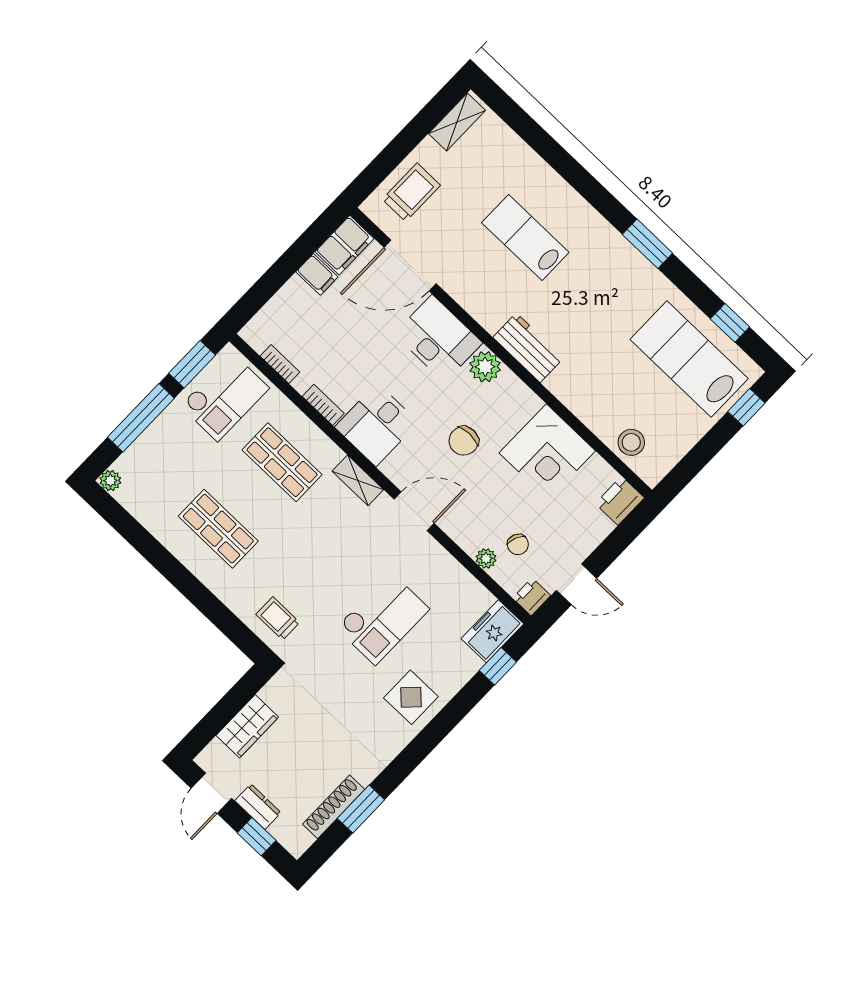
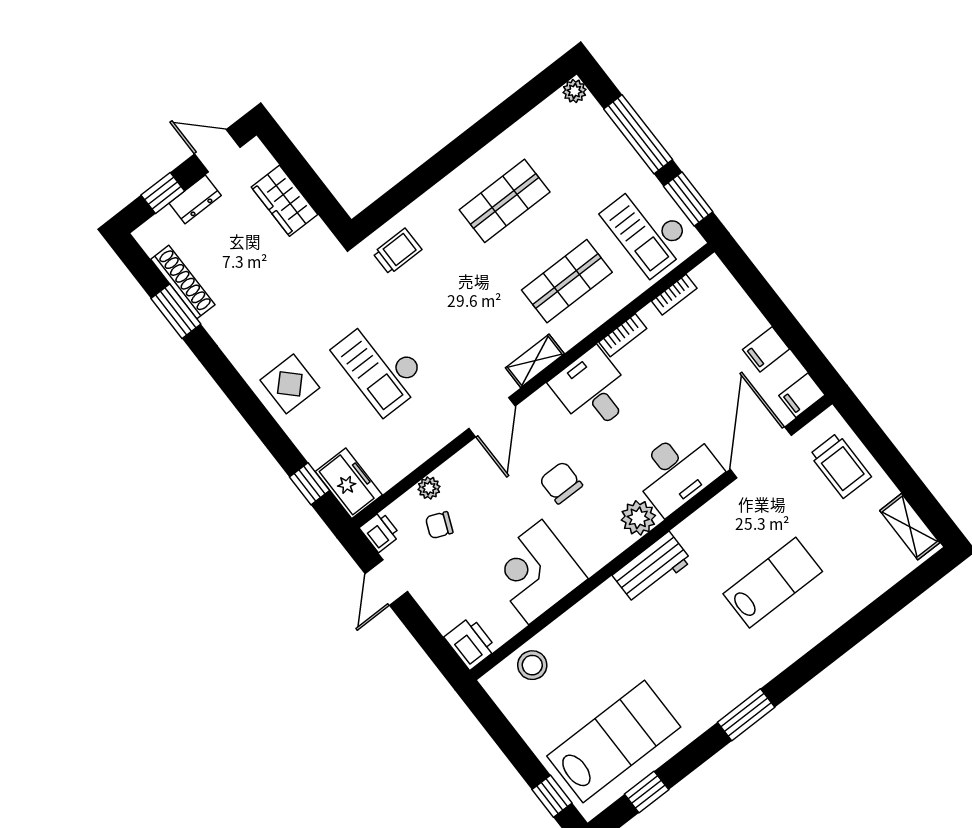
filing cabinet: (345, 245) -> (802, 395), width x0.50

